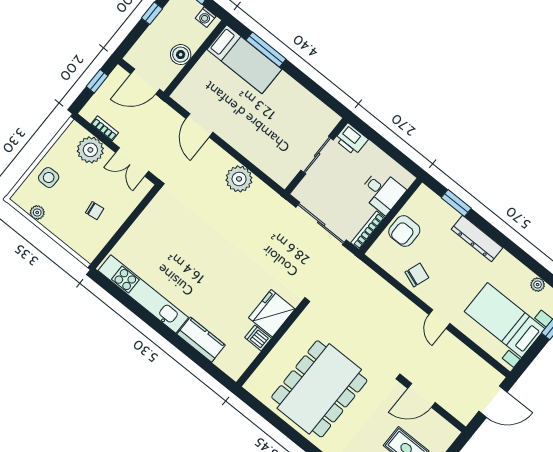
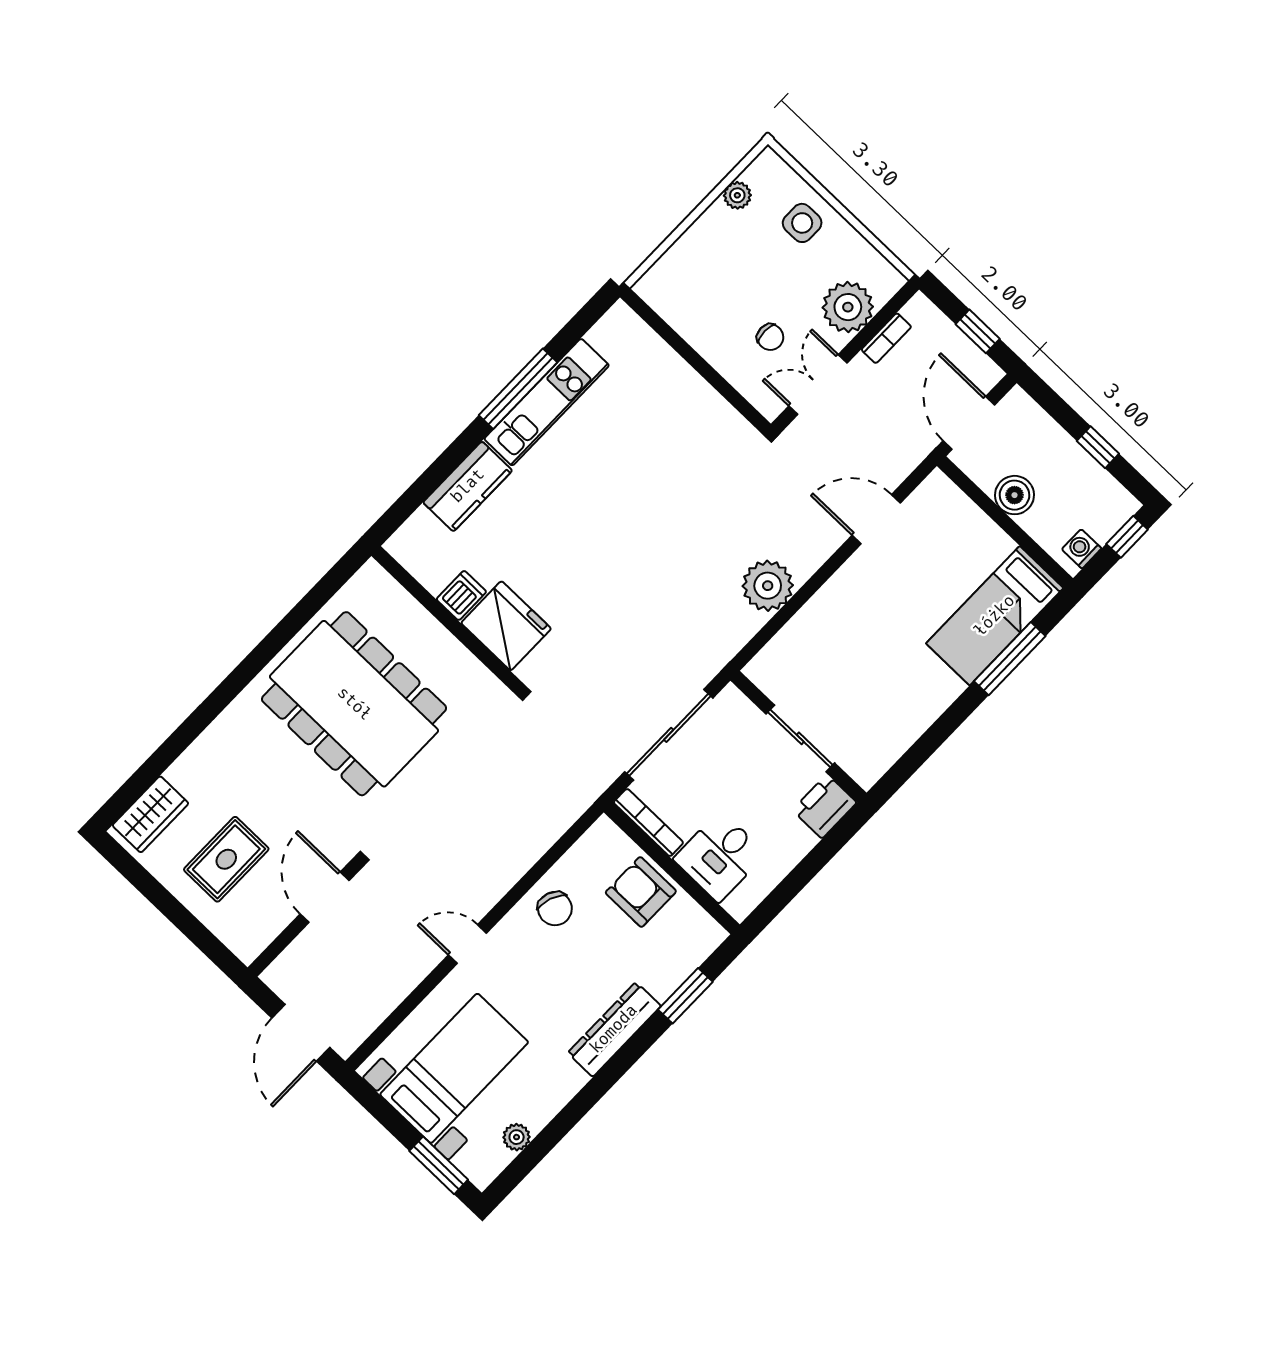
chair: (95, 211) -> (770, 337), moved, turned -83
kitchen unit: (143, 294) -> (547, 402), width x0.73
window: (148, 318) -> (518, 389), added

